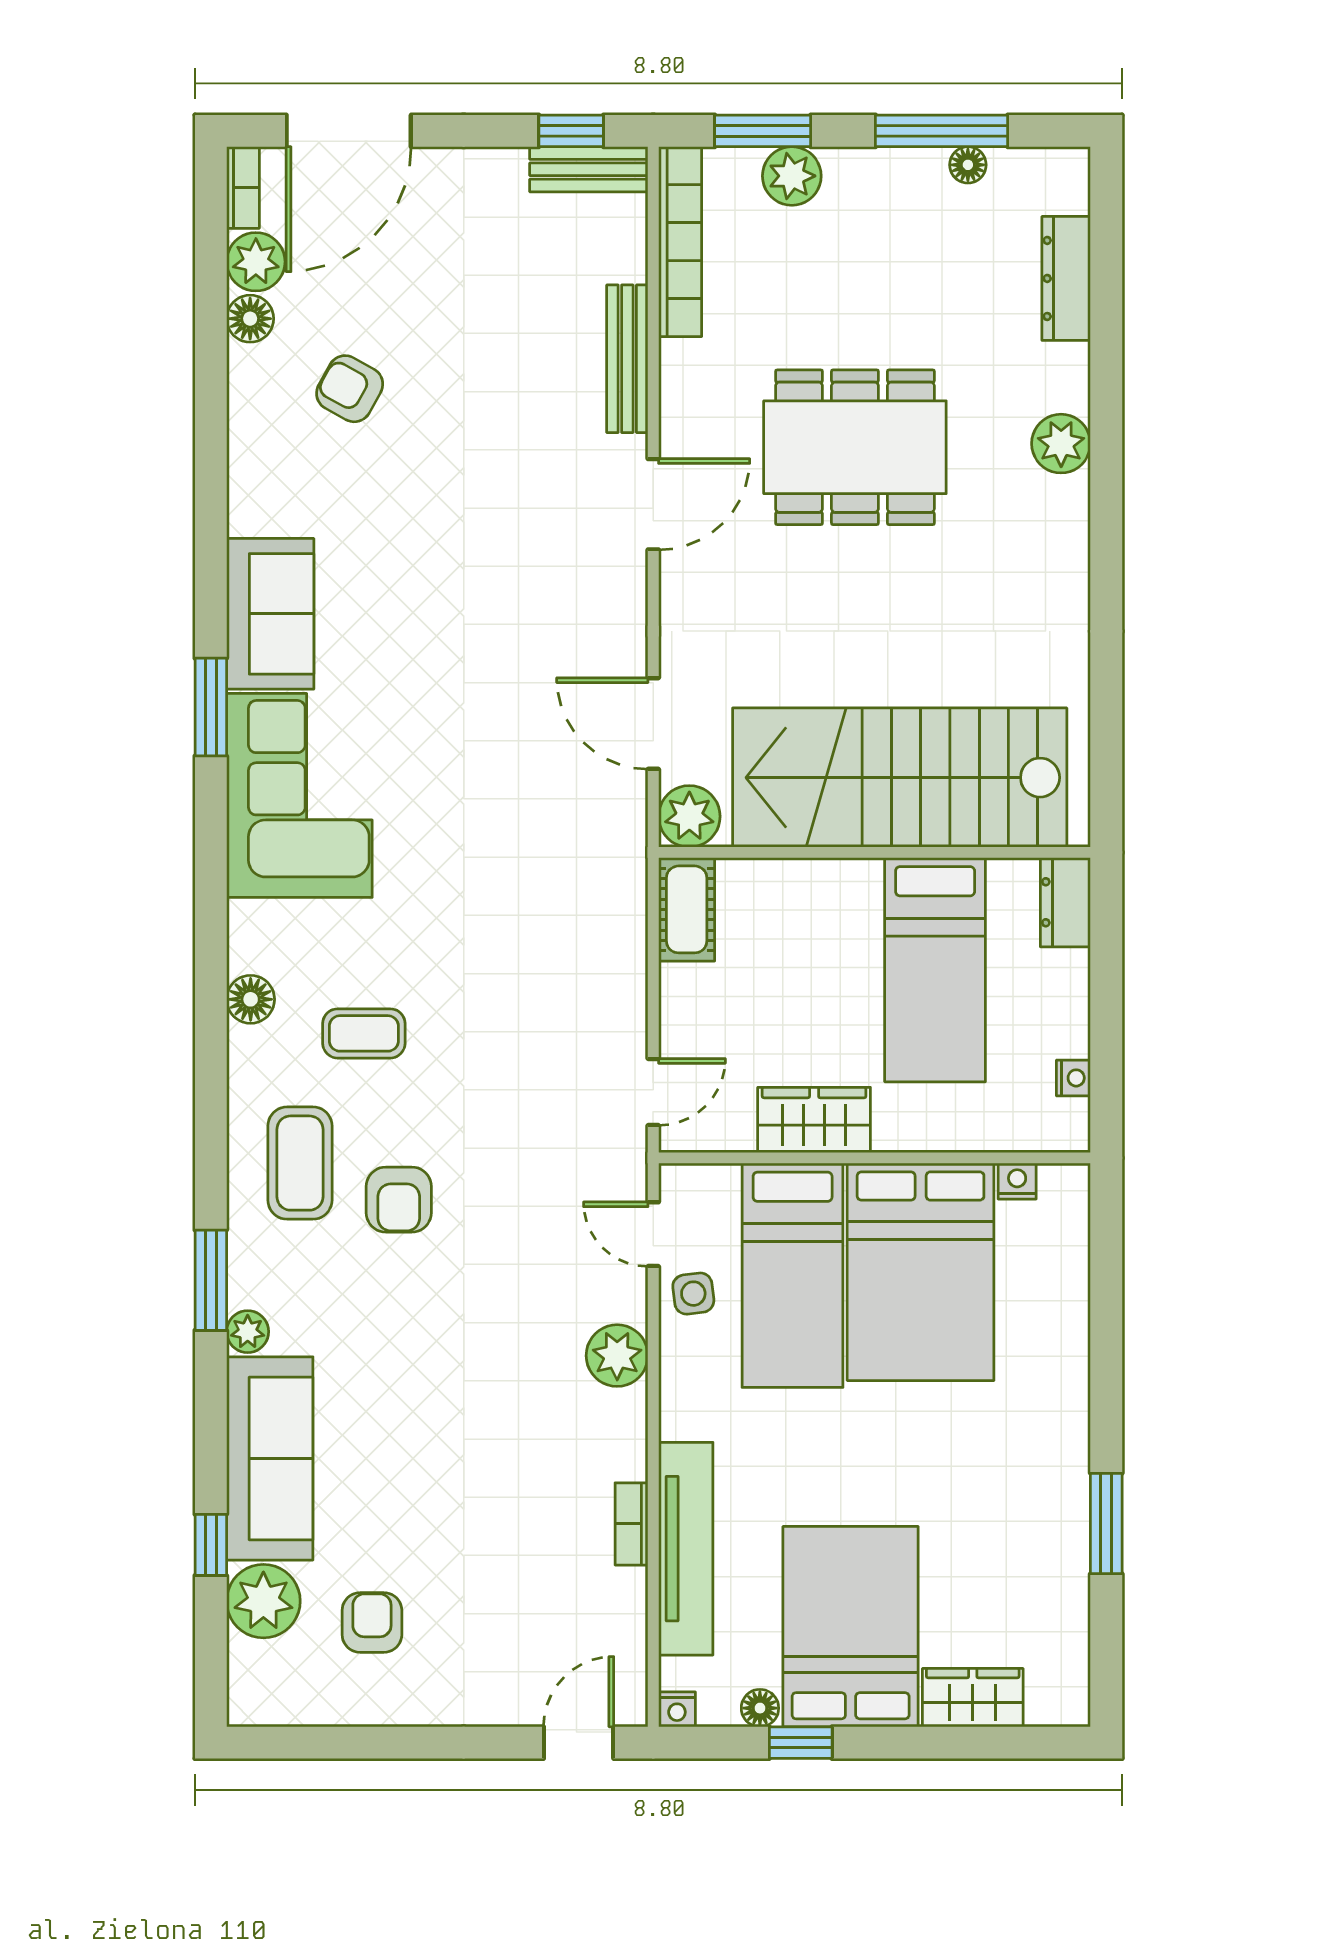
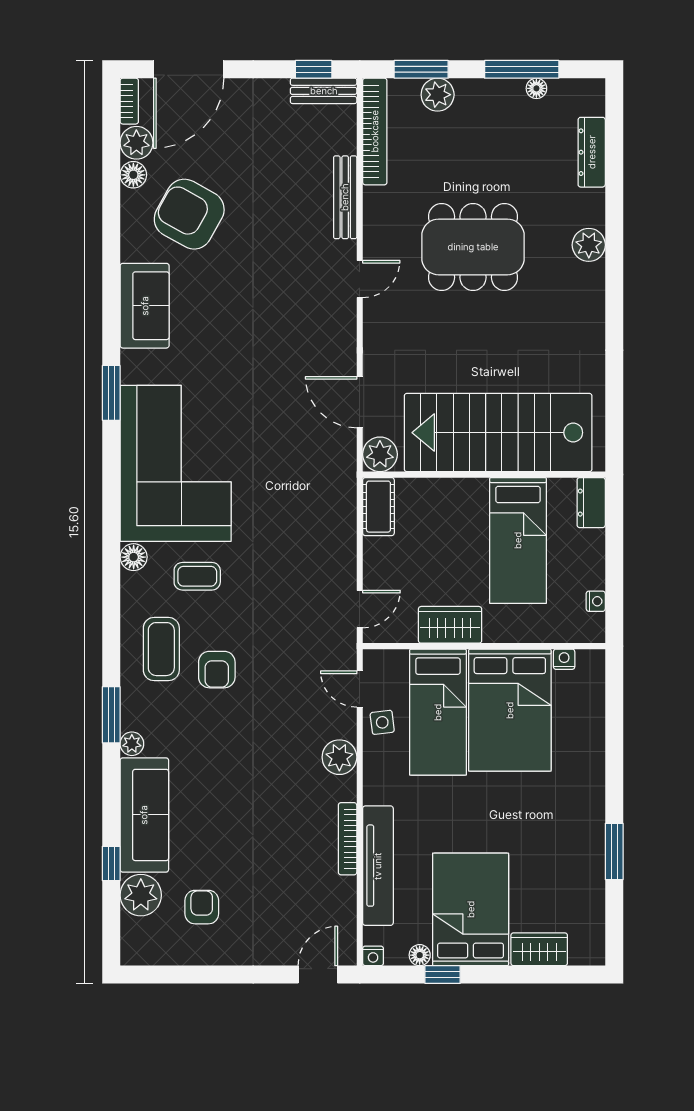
armchair: (350, 389) -> (189, 214), width x1.88, depth x1.88
door: (653, 504) -> (360, 279), width x0.73
sofa: (270, 614) -> (145, 306), moved
corner sofa: (299, 795) -> (176, 463), width x1.36, depth x1.36
bookcase: (632, 1524) -> (348, 839), width x1.56

